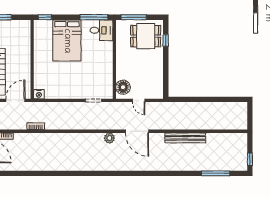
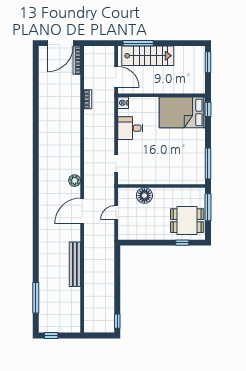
desk: (101, 30) -> (130, 128), moved, turned 90
dining table: (146, 36) -> (187, 221), turned 90
bed: (67, 41) -> (182, 112), moved
floor lamp: (123, 87) -> (144, 196), moved
window: (237, 99) -> (117, 321), added

